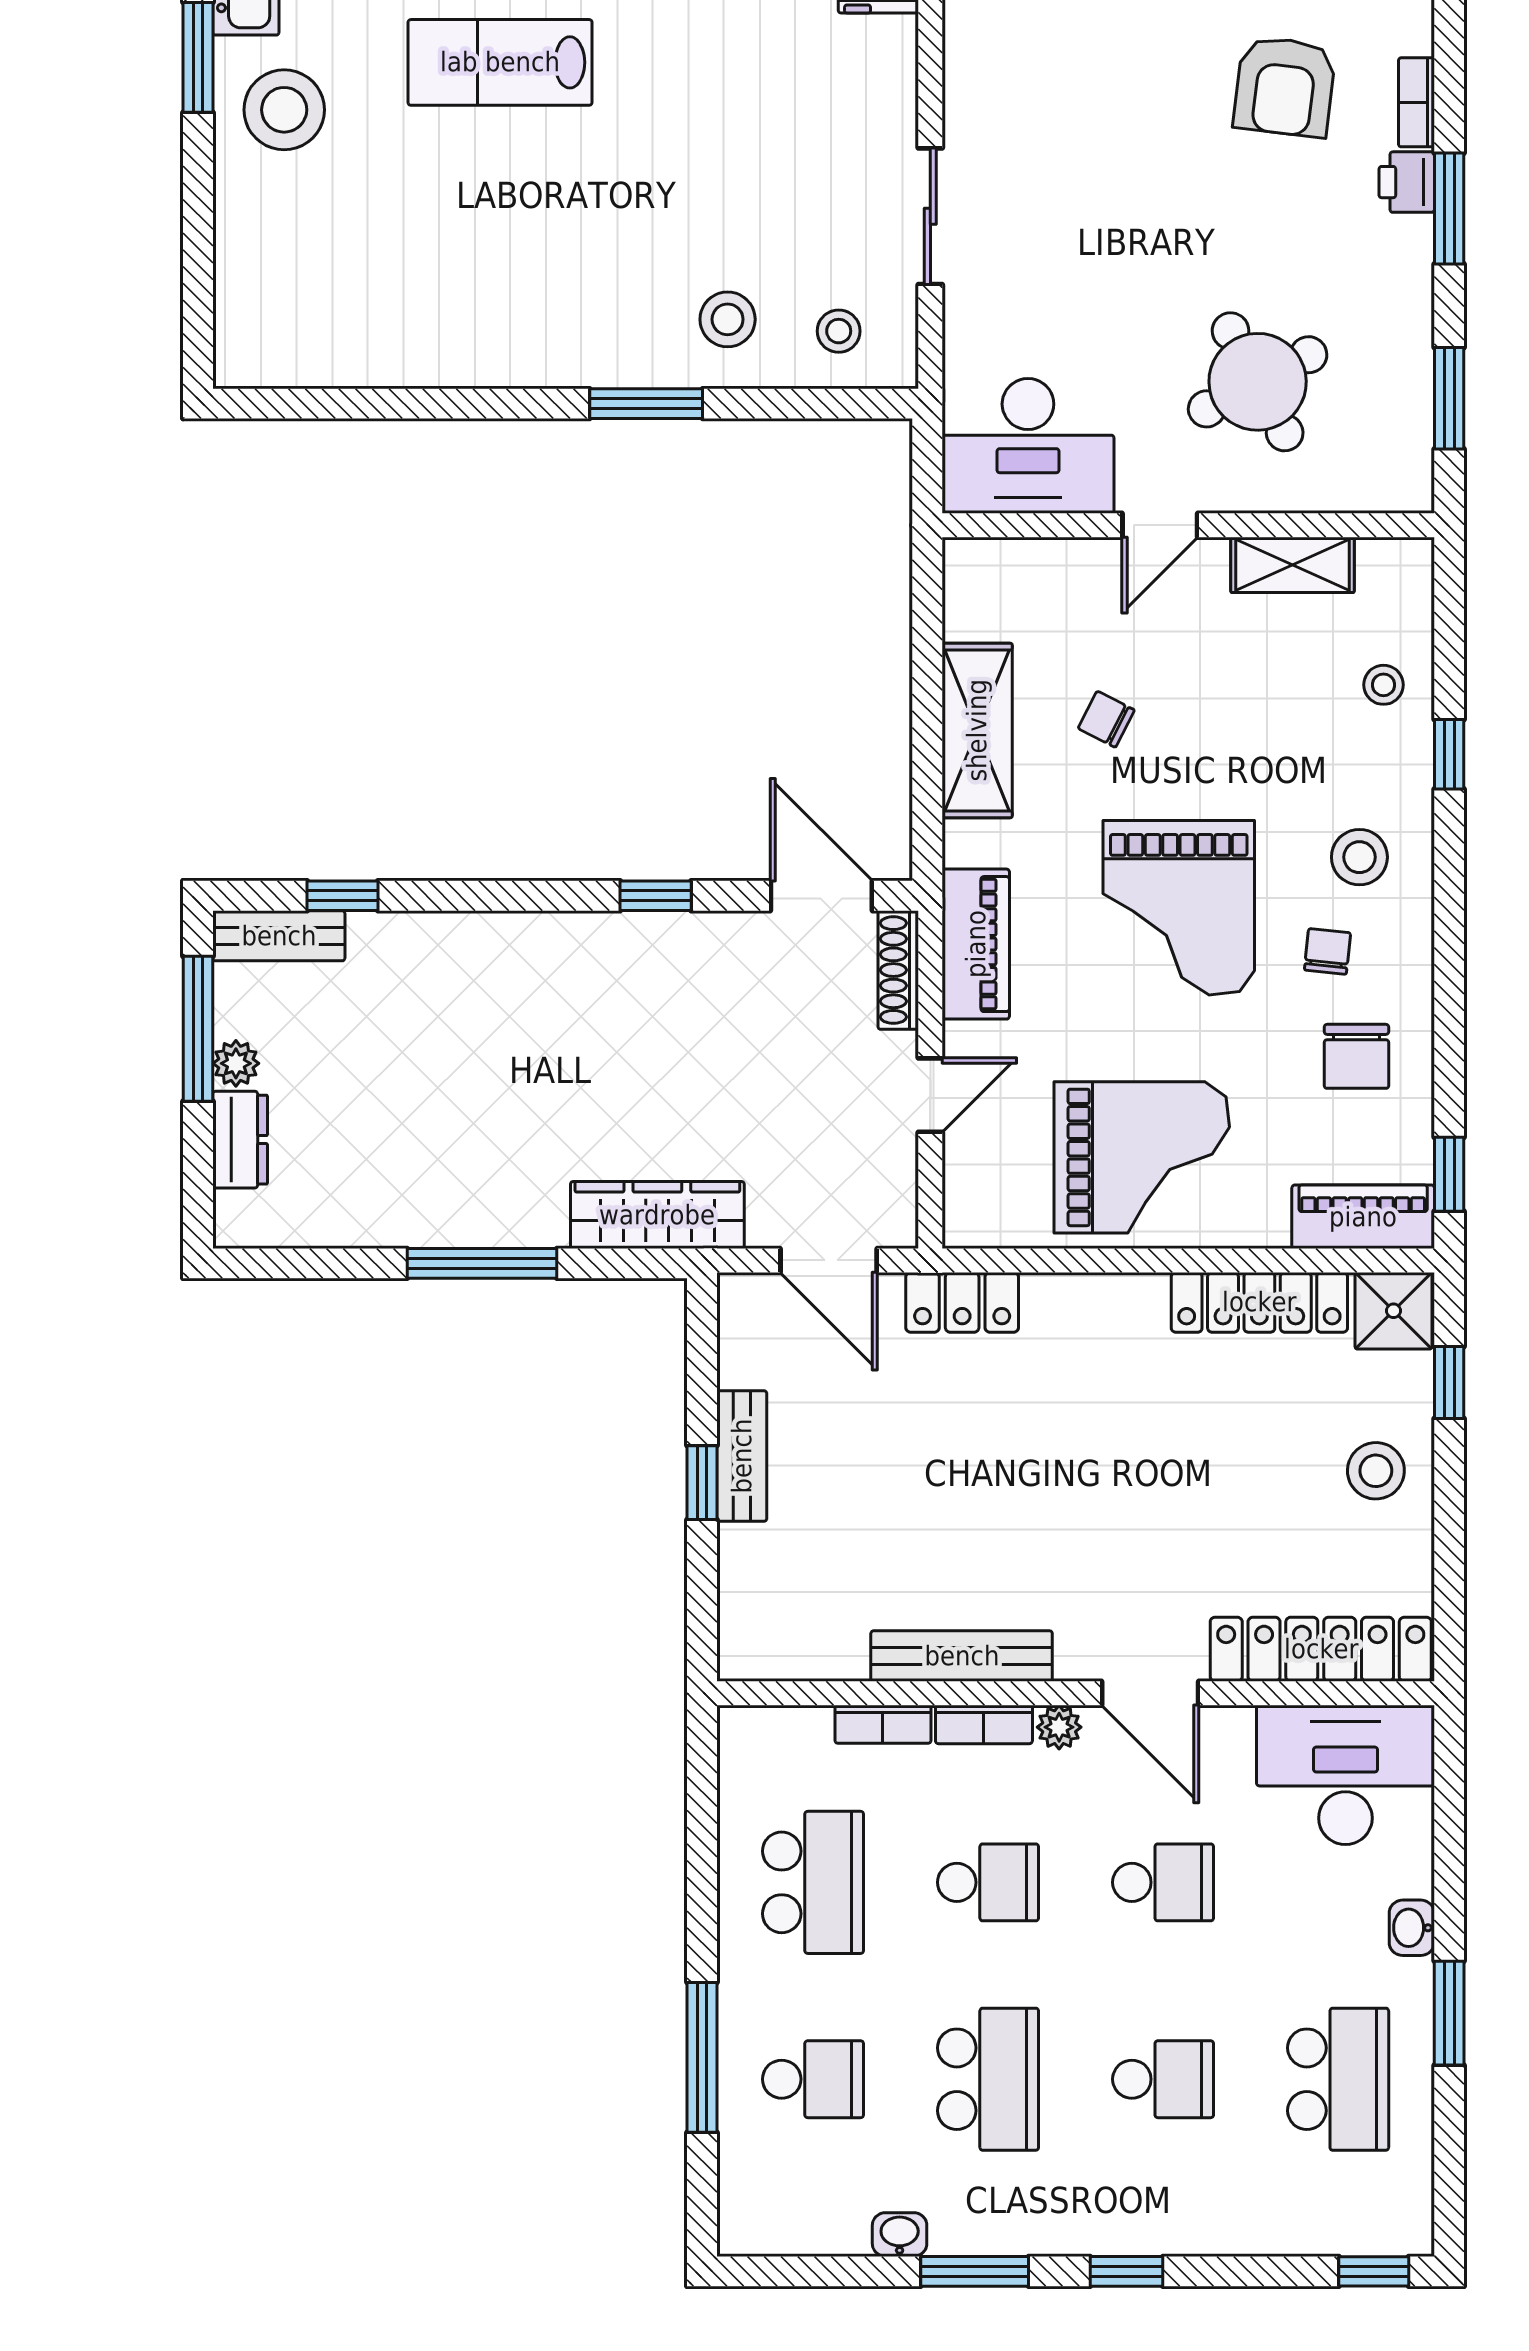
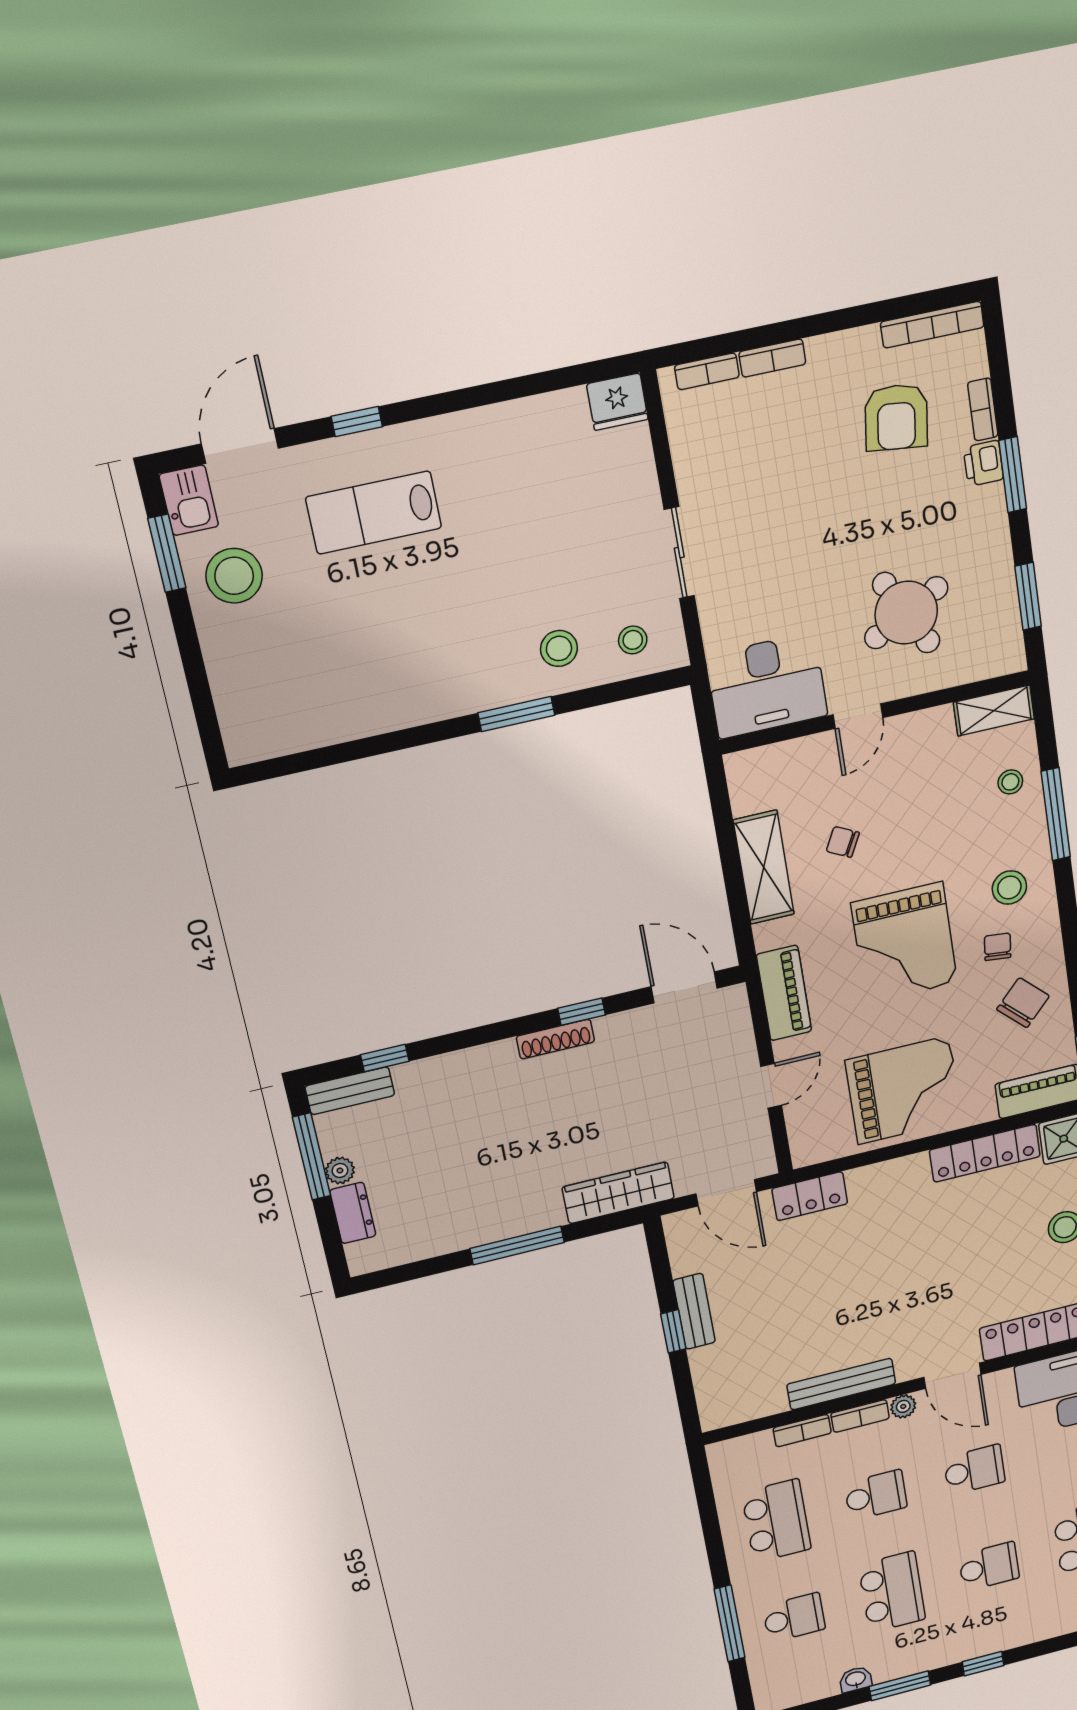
shelving: (1293, 565) -> (994, 711), moved
window: (1449, 754) -> (1056, 814), width x2.17
shoe rack: (898, 970) -> (555, 1039), moved, turned -90
chair: (1356, 1056) -> (1023, 1003), turned -136

